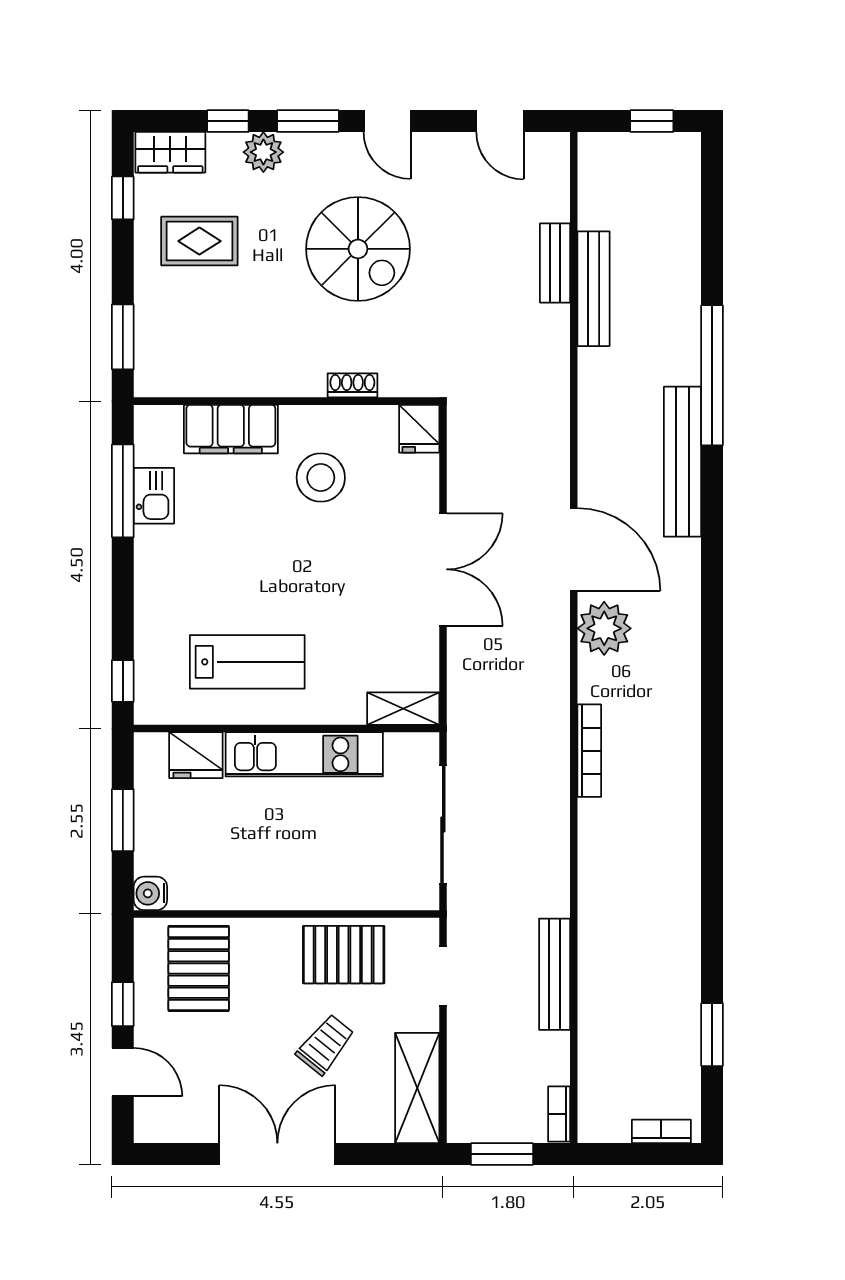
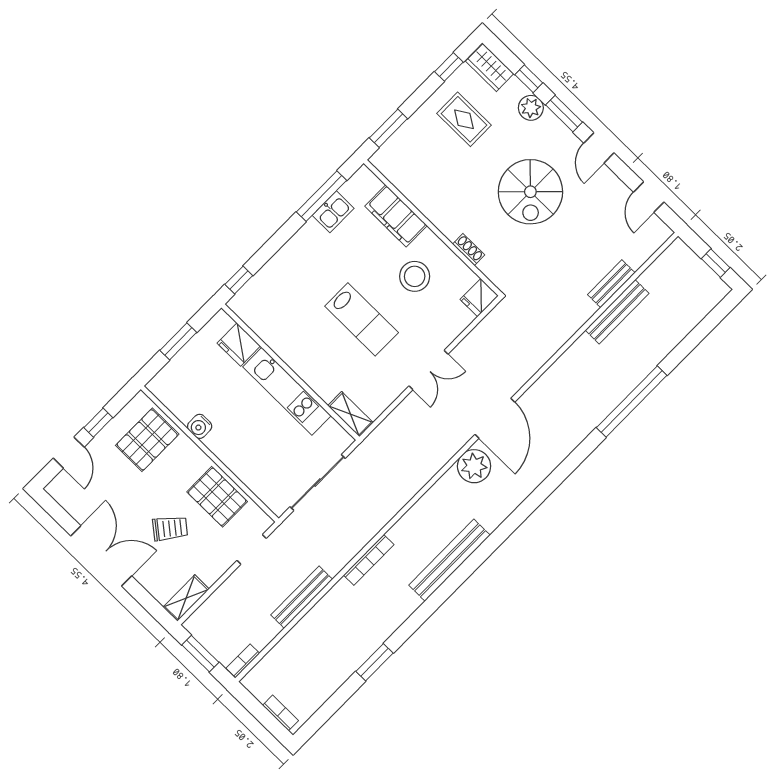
bench: (682, 462) -> (449, 560), moved
double door: (443, 569) -> (428, 370), width x0.73
lab bench: (247, 662) -> (362, 319), moved
bookcase: (589, 751) -> (369, 560), moved
water cooler: (150, 893) -> (200, 426), moved, turned -90
window: (712, 1035) -> (374, 662), moved
shelving: (417, 1088) -> (186, 598), width x0.67, depth x0.75

